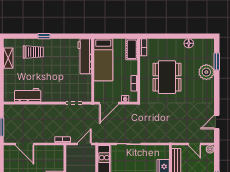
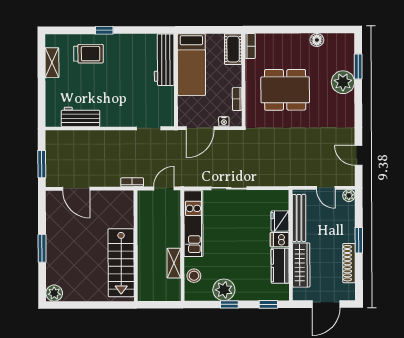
dining table: (167, 77) -> (285, 90), turned 90
door: (217, 122) -> (358, 155), hinge flipped

